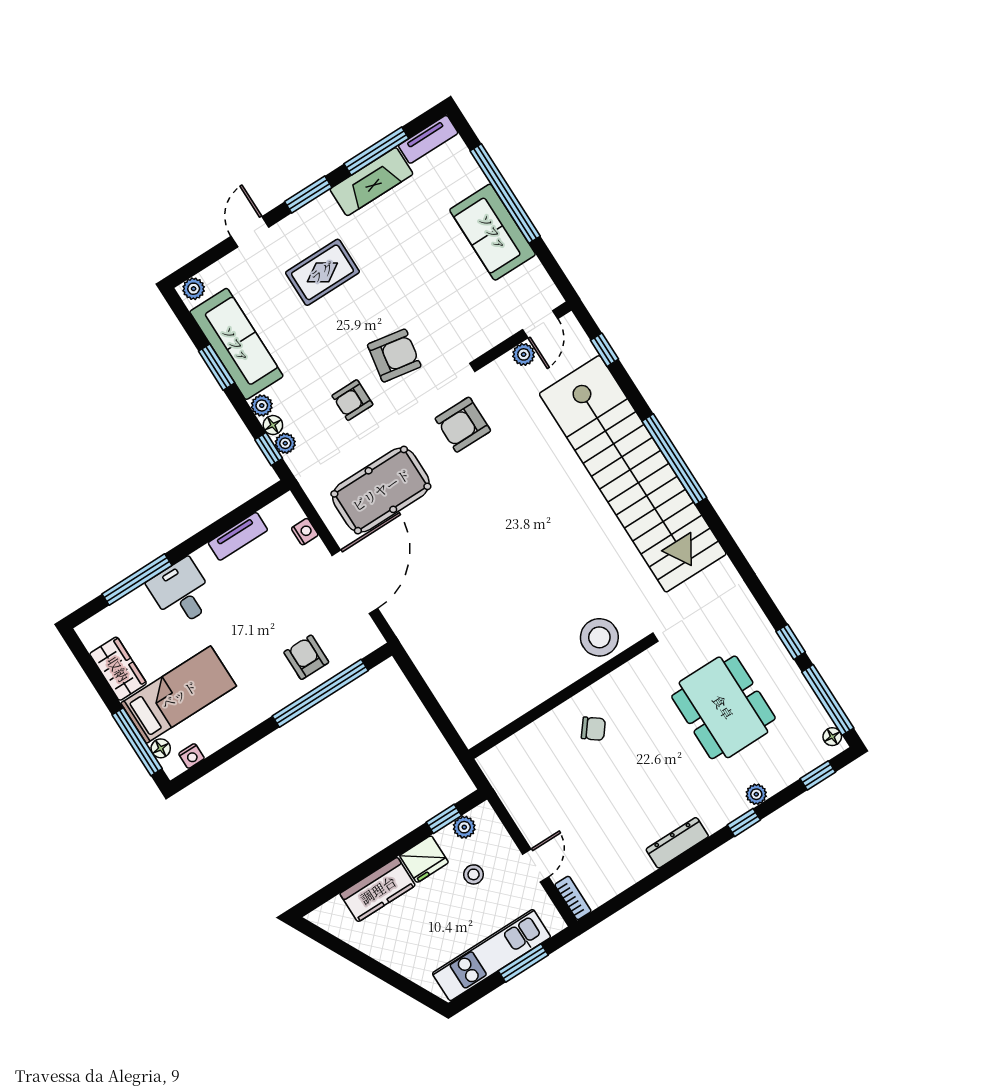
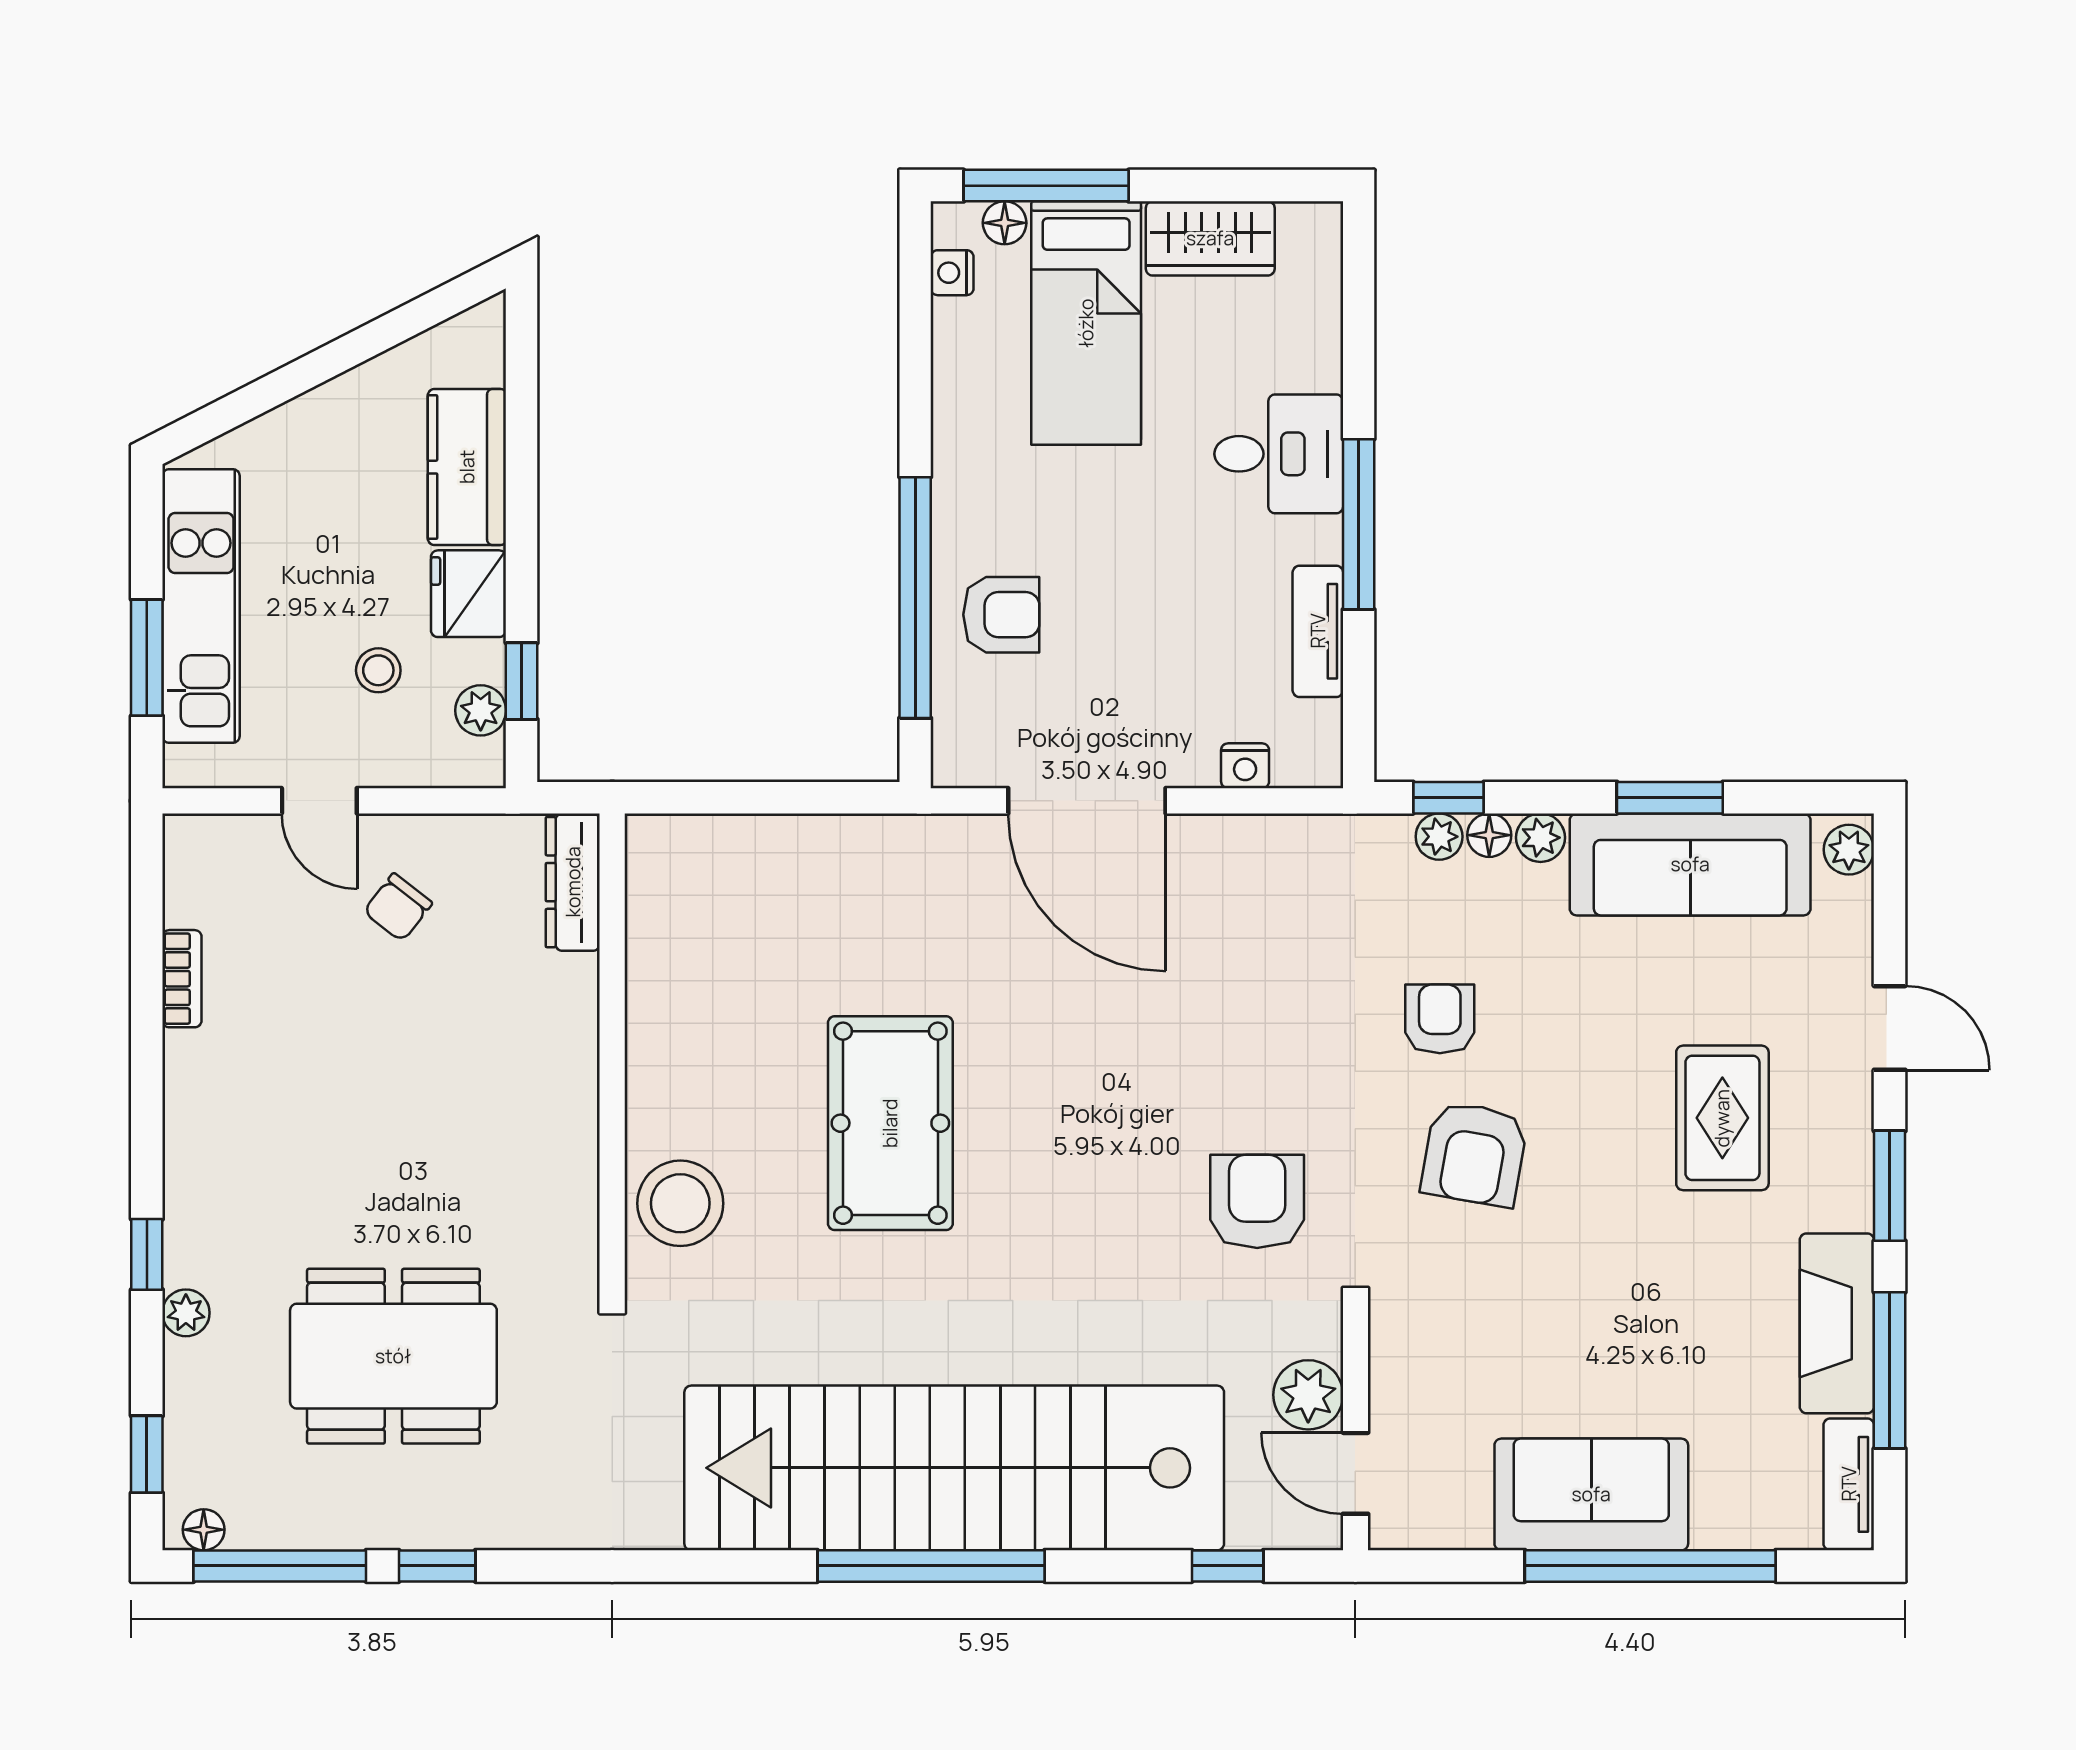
plant: (524, 354) -> (1308, 1395), width x1.38, depth x1.38
pool table: (381, 490) -> (890, 1123), moved
window: (137, 580) -> (1359, 524), moved
chair: (593, 729) -> (398, 907), moved
dresser: (677, 843) -> (573, 882), moved, turned 180
bookcase: (573, 898) -> (182, 979), moved, turned -90

